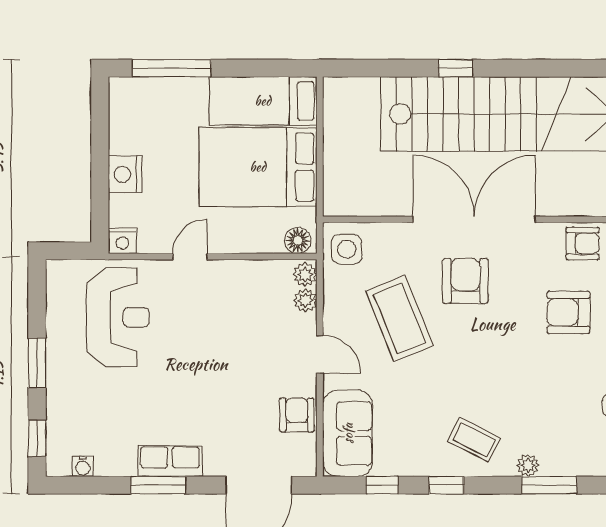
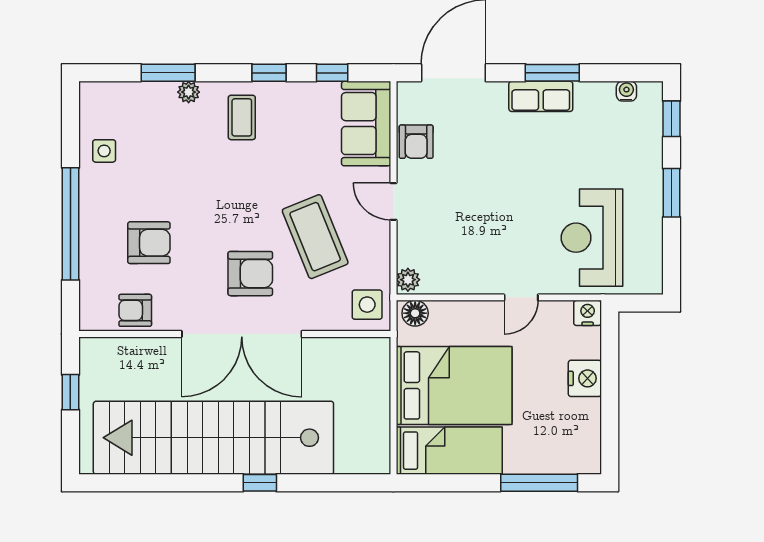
armchair: (465, 281) -> (250, 274), turned -90
plant: (305, 300) -> (408, 254), removed
coffee table: (474, 440) -> (242, 117), turned 63

